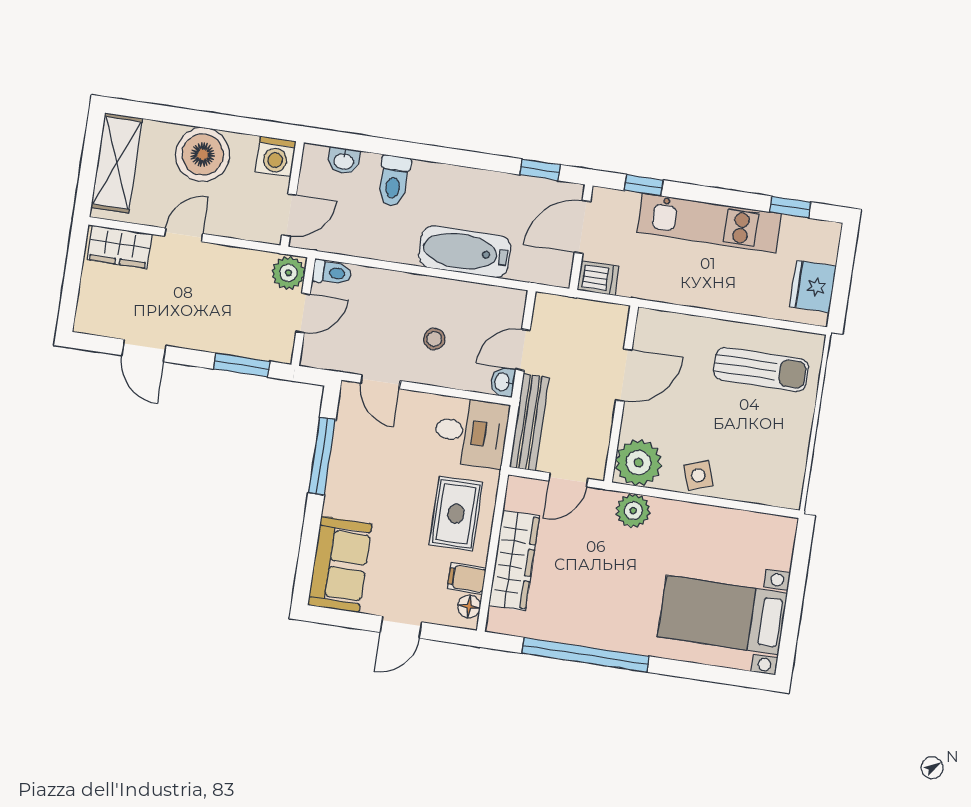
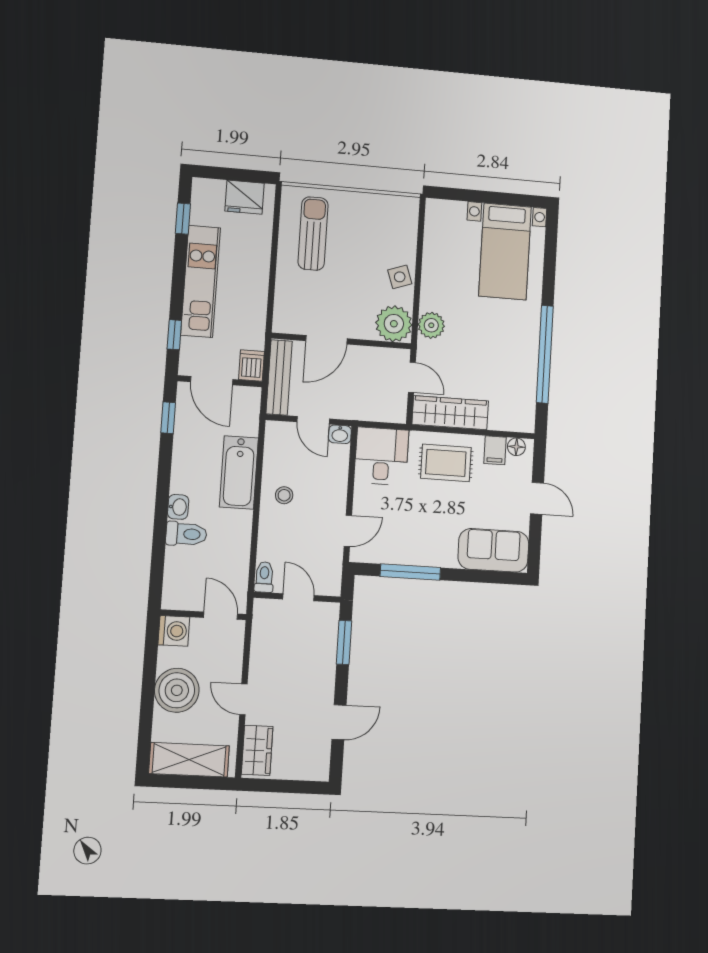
washbasin: (344, 161) -> (178, 507), moved
plant: (288, 273) -> (267, 612), removed
stool: (434, 339) -> (284, 495), moved
door: (624, 375) -> (326, 340), swing flipped
bench: (529, 422) -> (279, 378), moved, turned 90
wardrobe: (514, 561) -> (450, 413), moved

